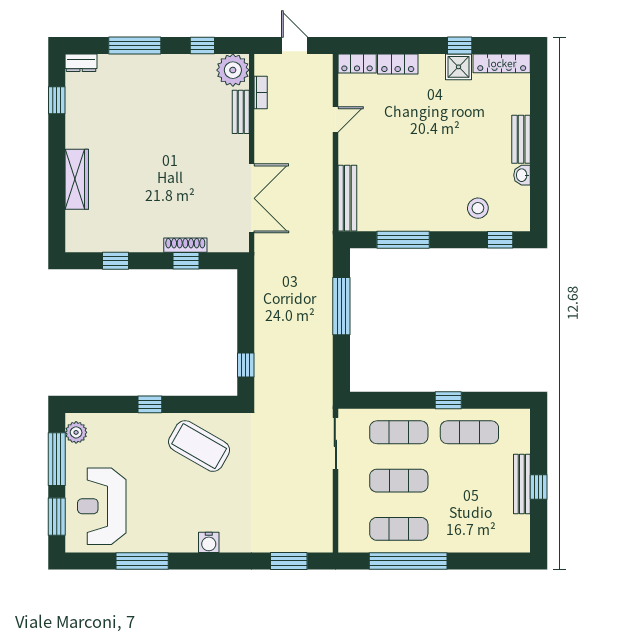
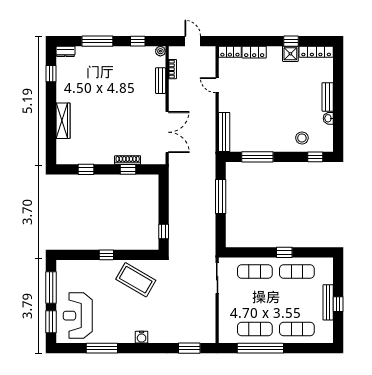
plant: (233, 70) -> (160, 51), width x0.53, depth x0.53
door: (335, 120) -> (217, 85), swing flipped
plant: (76, 432) -> (62, 272), removed
exercise mat: (399, 481) -> (297, 329), moved

